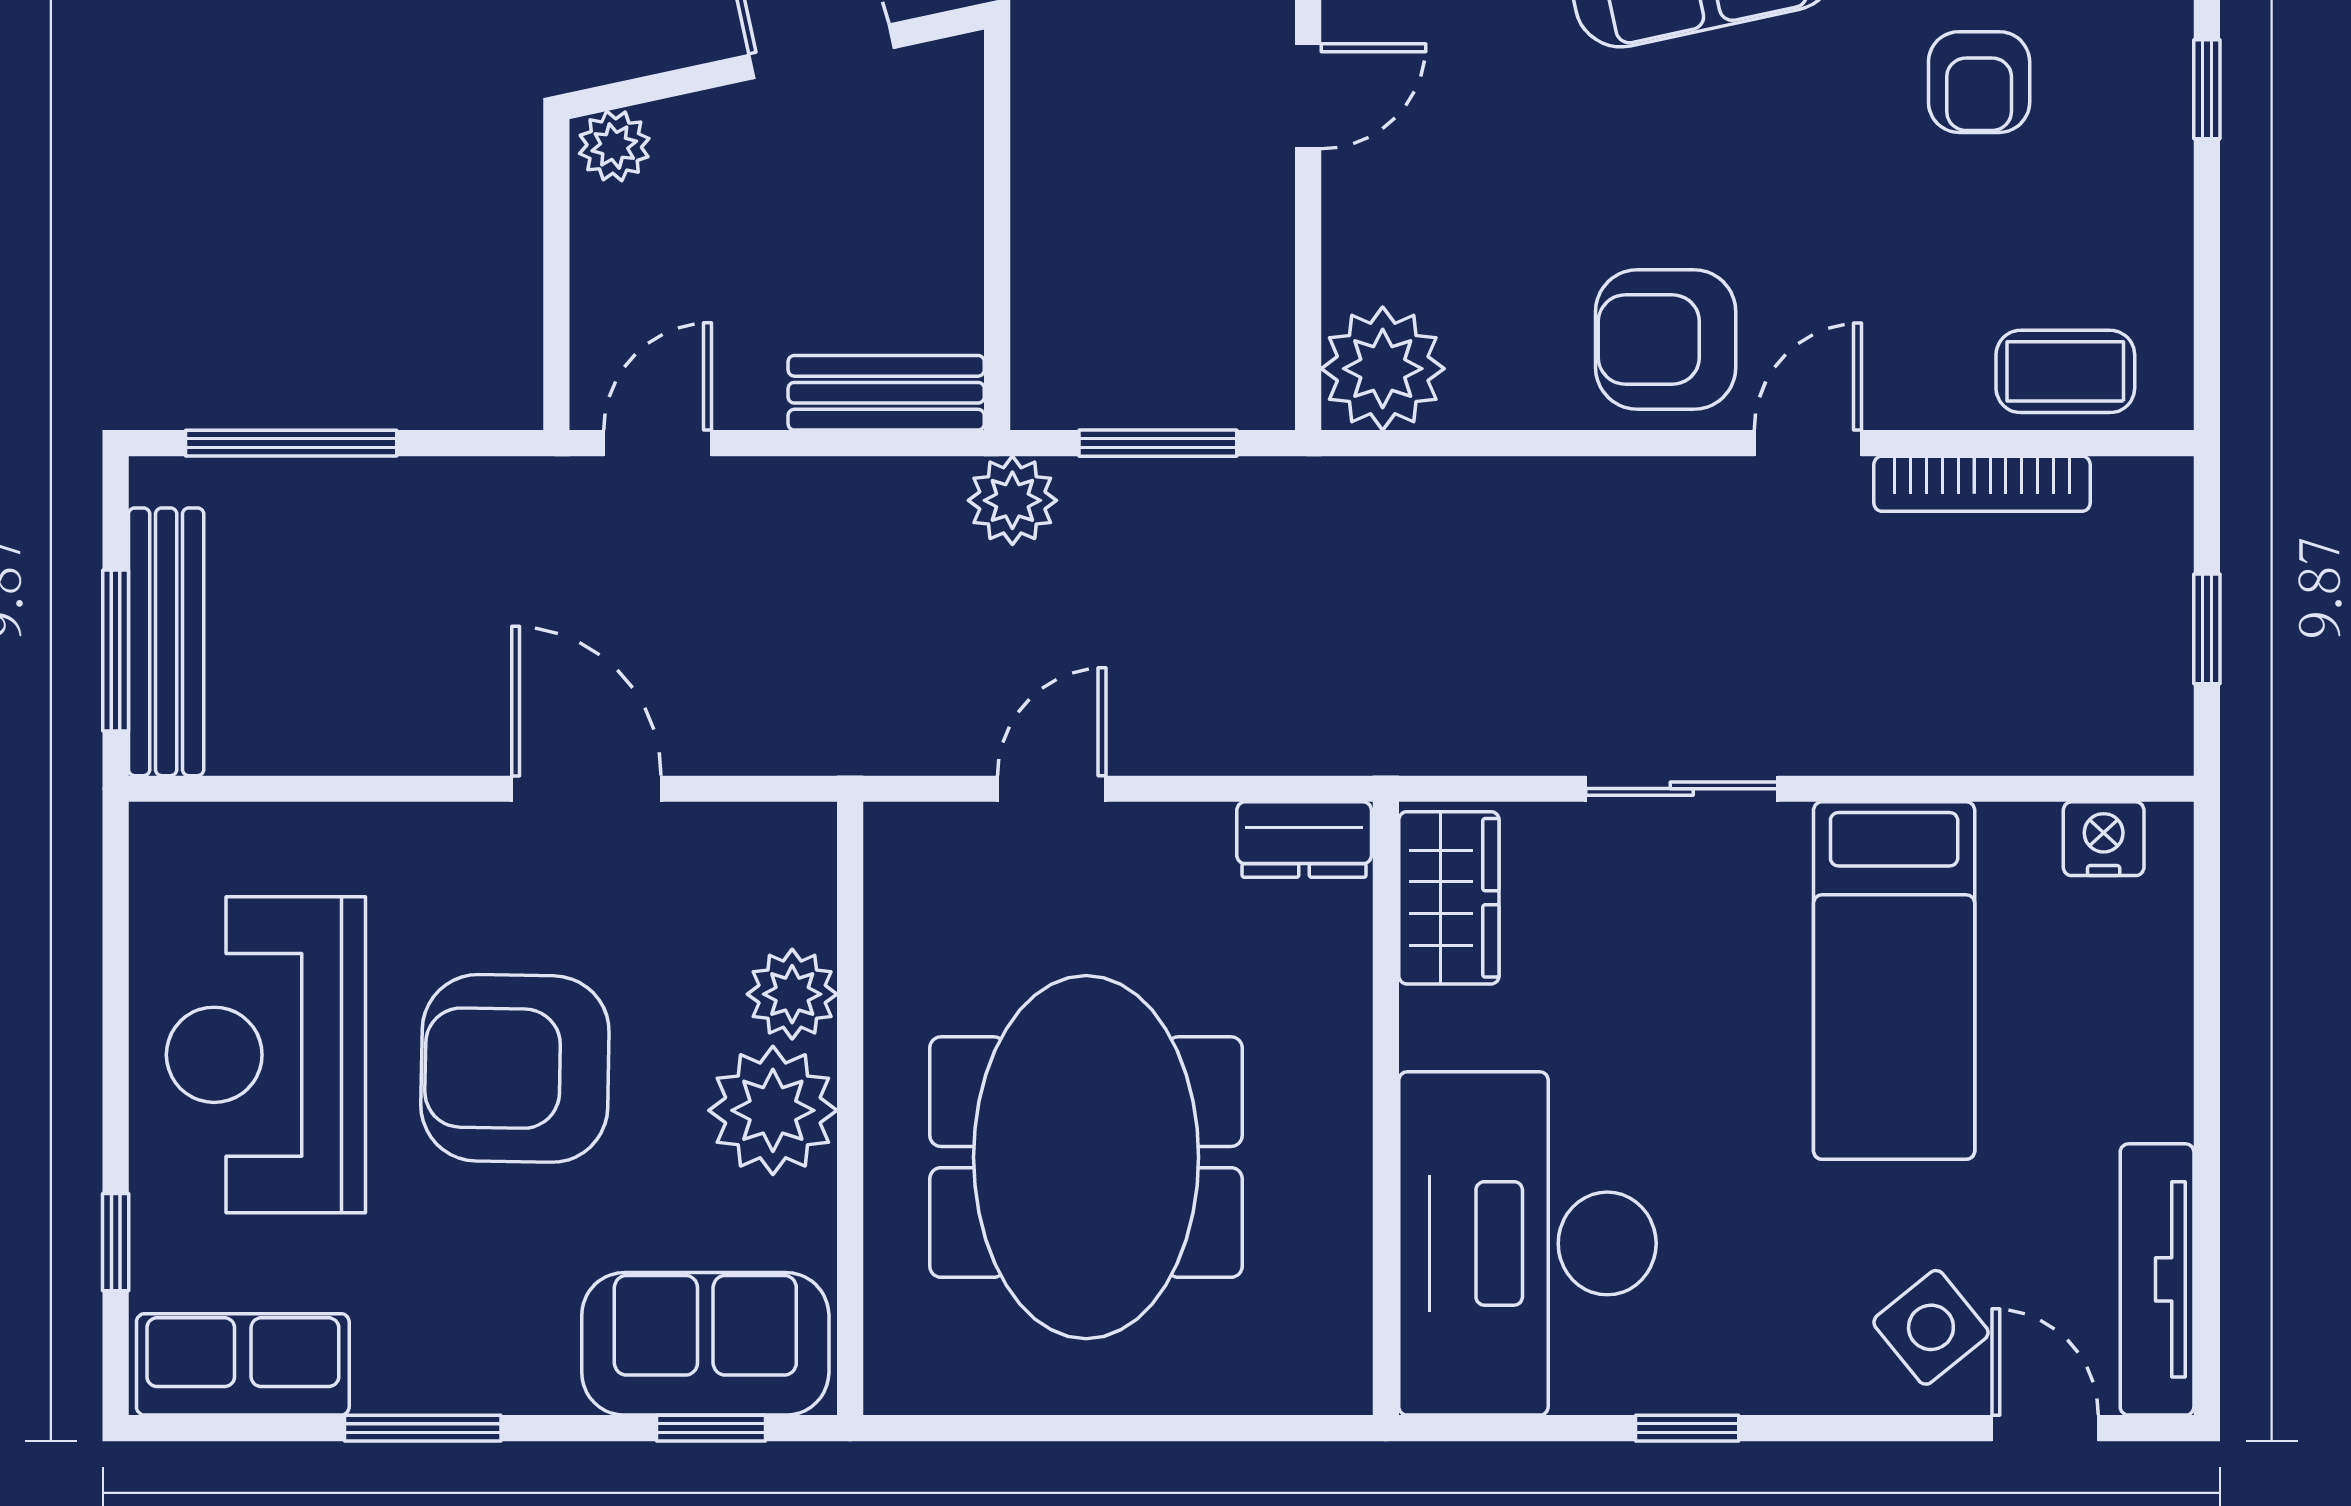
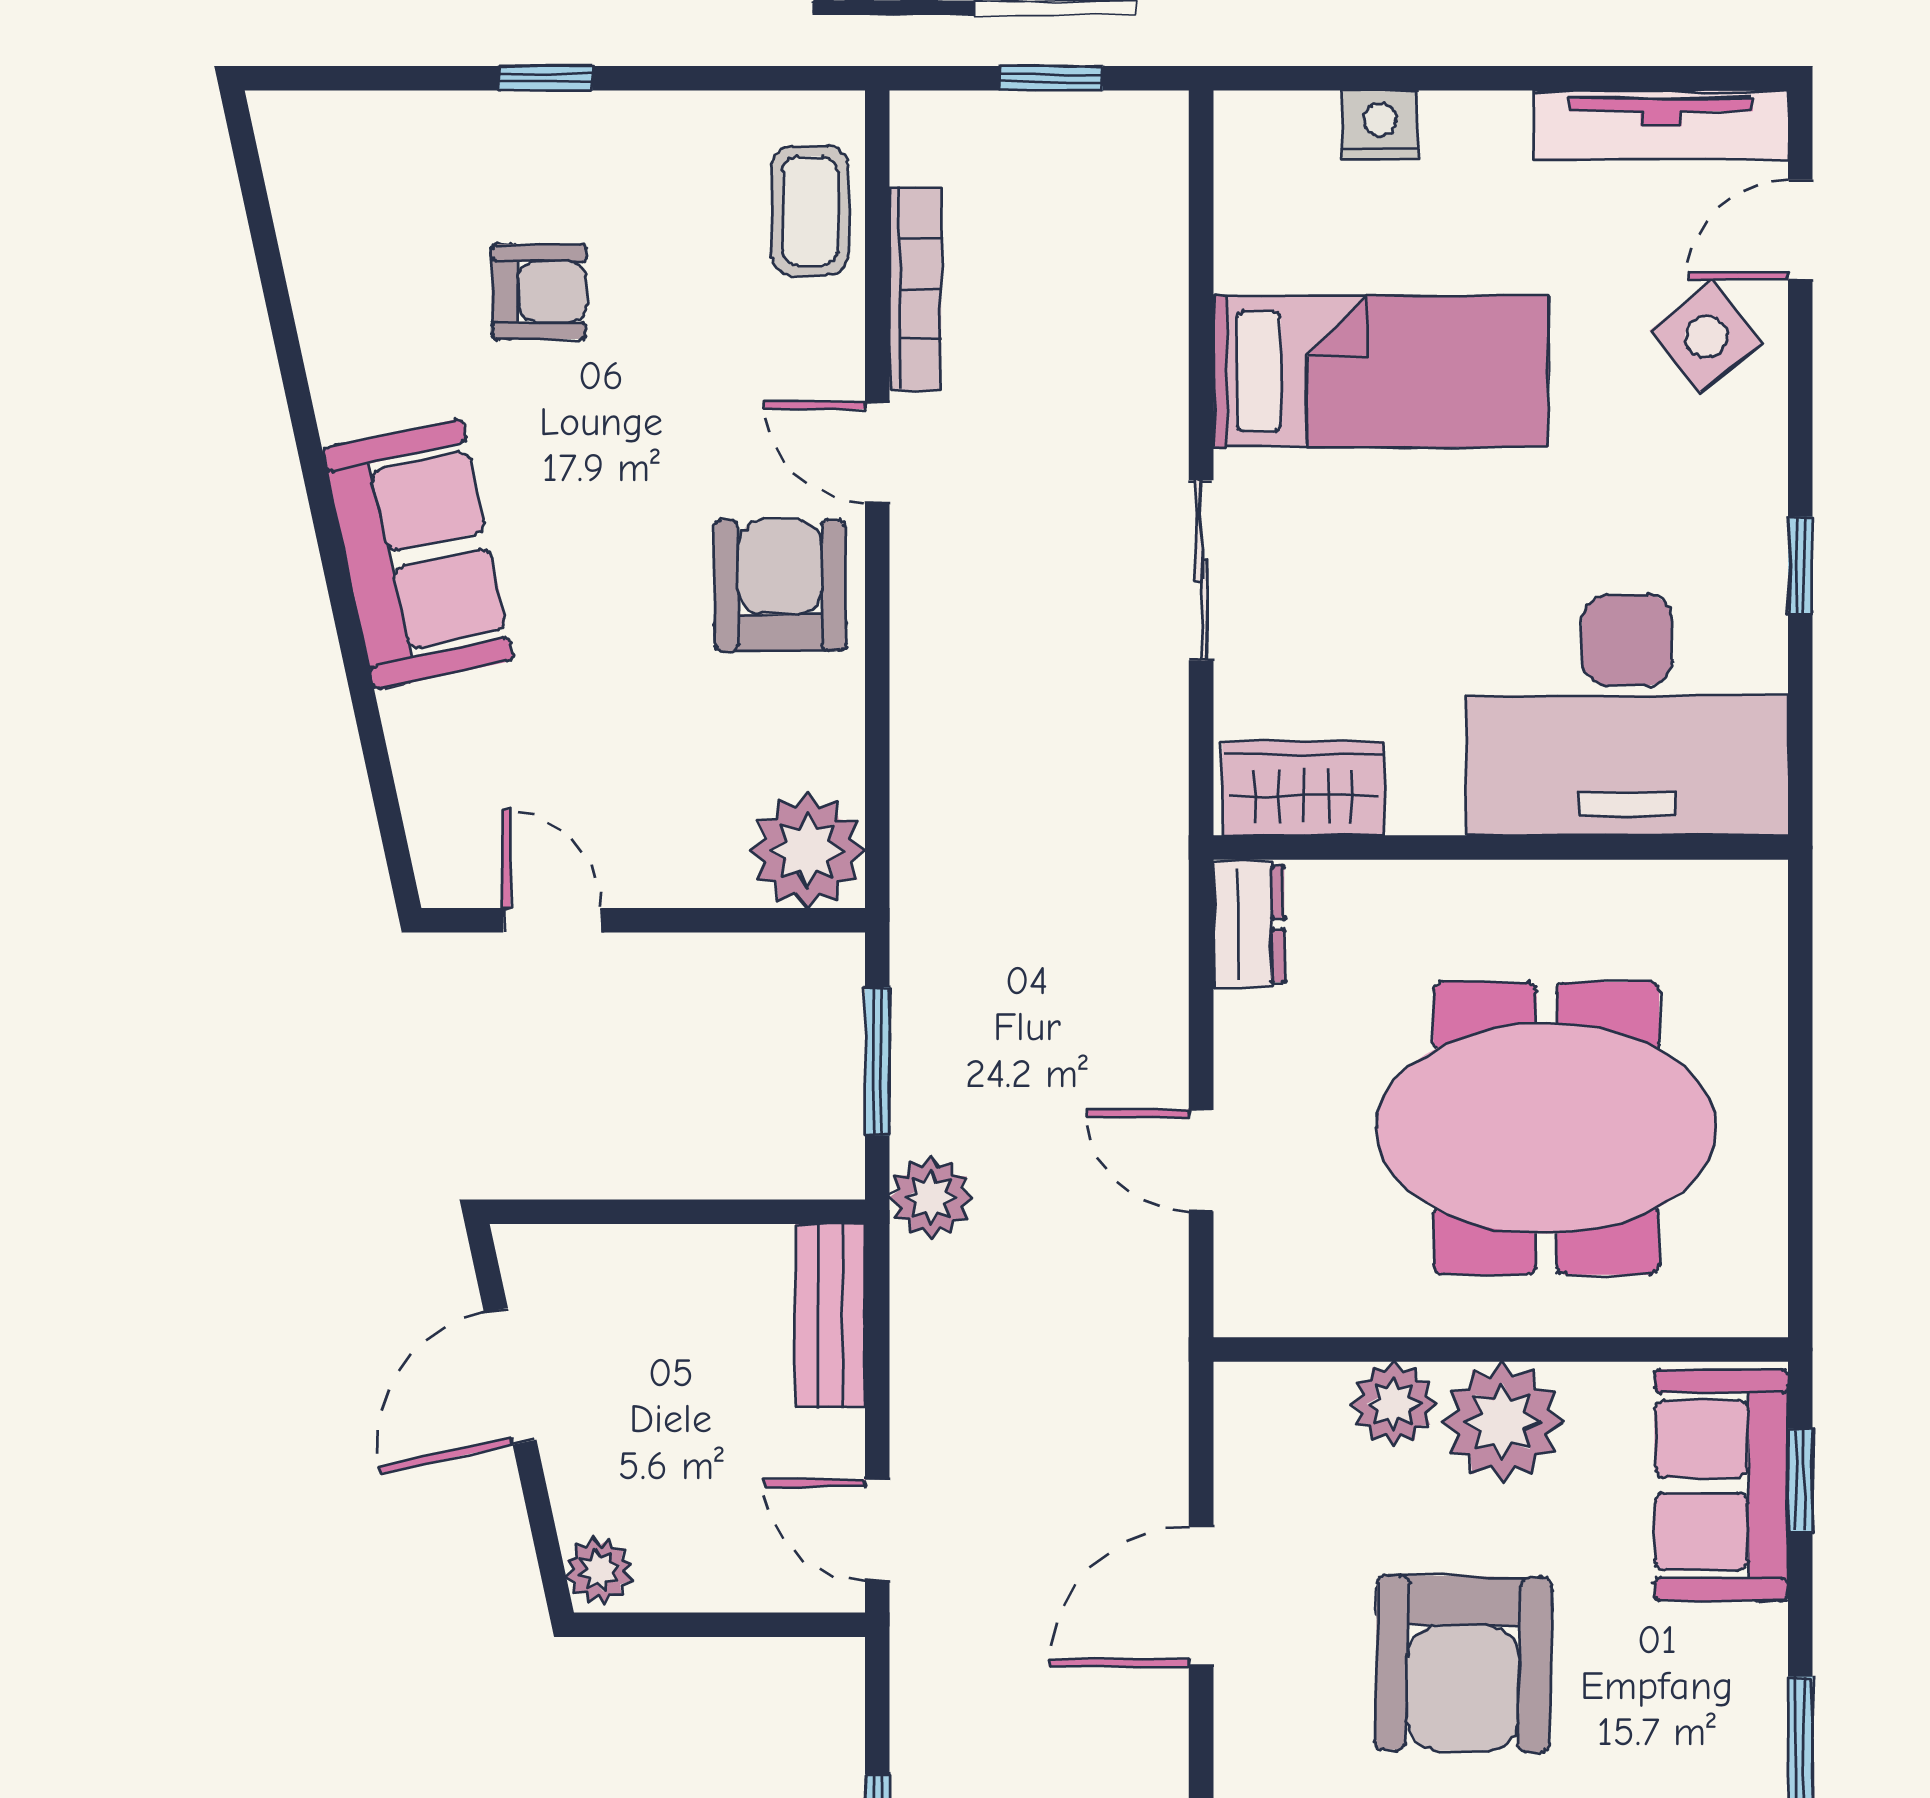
armchair: (1666, 340) -> (780, 585), turned 180
nightstand: (2104, 839) -> (1380, 125), moved, turned 90

